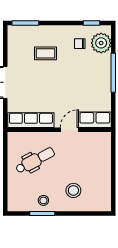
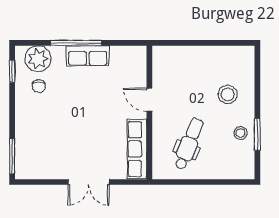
coffee table: (46, 53) -> (51, 130), removed
row of seats: (95, 120) -> (88, 56), moved, turned -90
dental chair: (35, 160) -> (189, 144), turned 49

